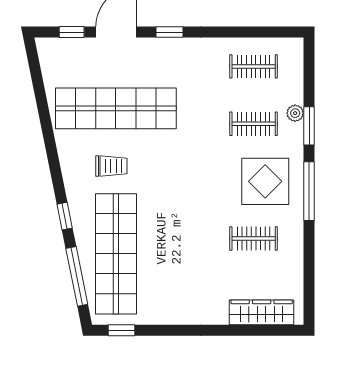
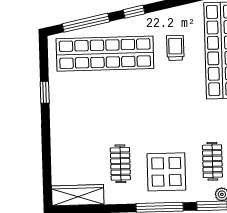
trolley: (111, 166) -> (175, 48), turned 180
wardrobe: (262, 312) -> (78, 195), moved, turned -90
window: (121, 330) -> (45, 92), moved

